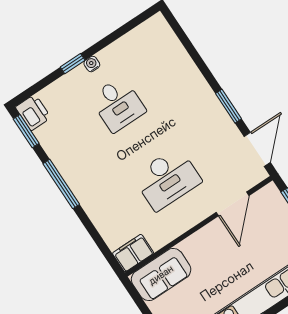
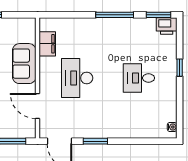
water cooler: (92, 64) -> (172, 127), moved
filing cabinet: (133, 253) -> (47, 44), moved
sofa: (161, 275) -> (24, 64), moved

